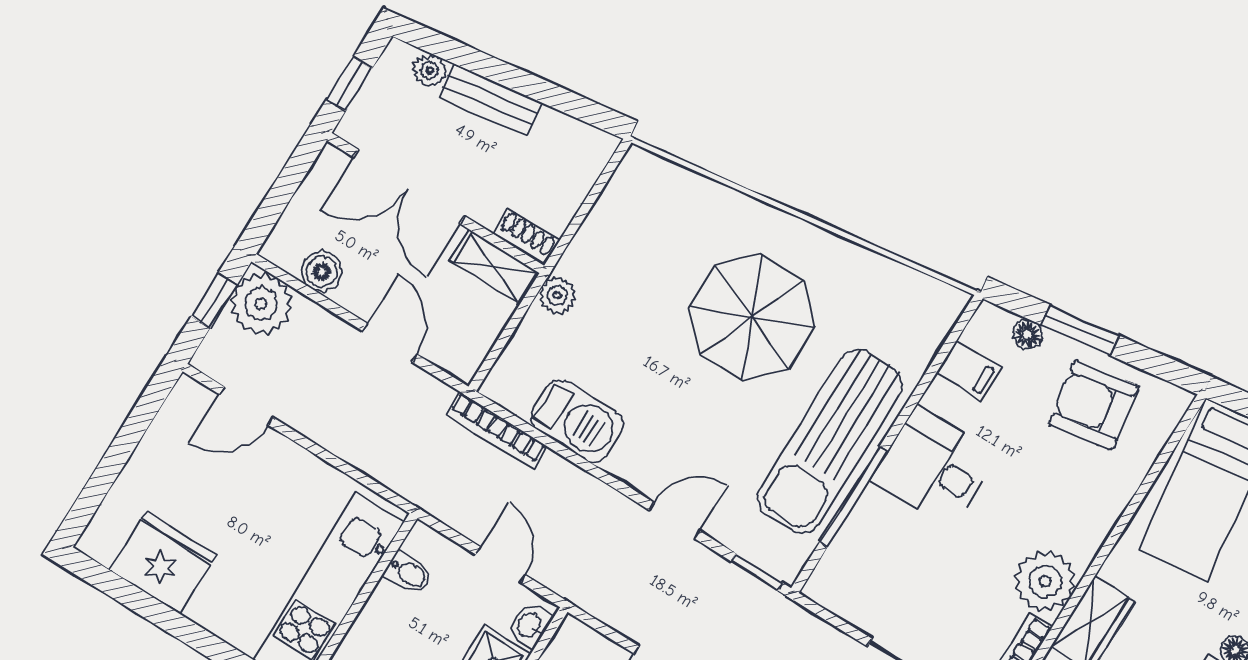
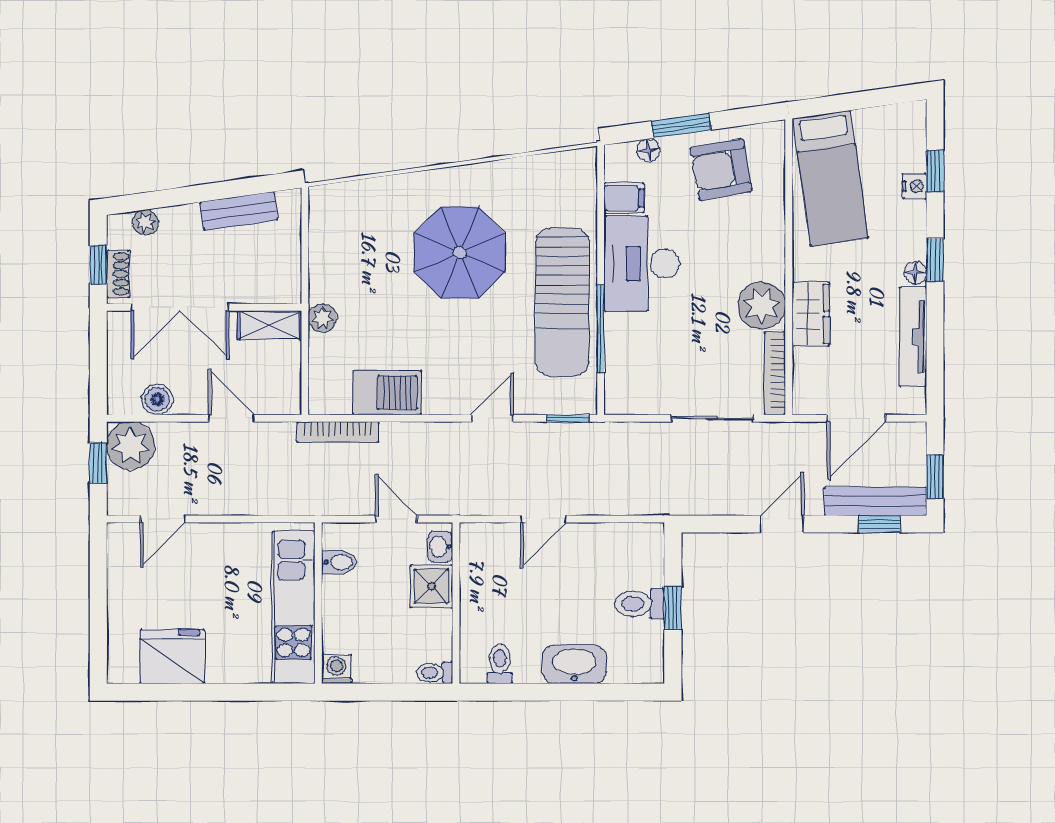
bench: (491, 100) -> (239, 211), moved
shoe rack: (526, 237) -> (118, 274), moved, turned 90
desk: (934, 468) -> (642, 264), width x1.37

